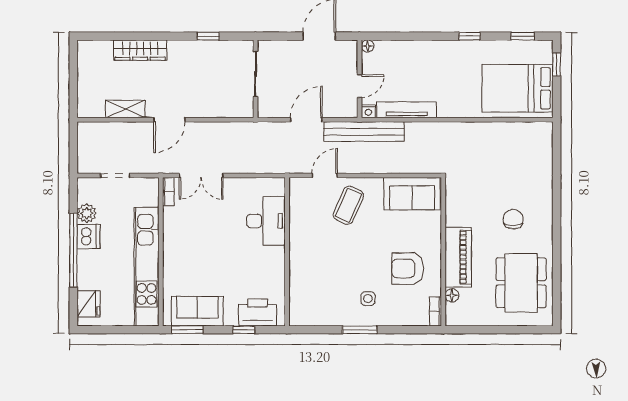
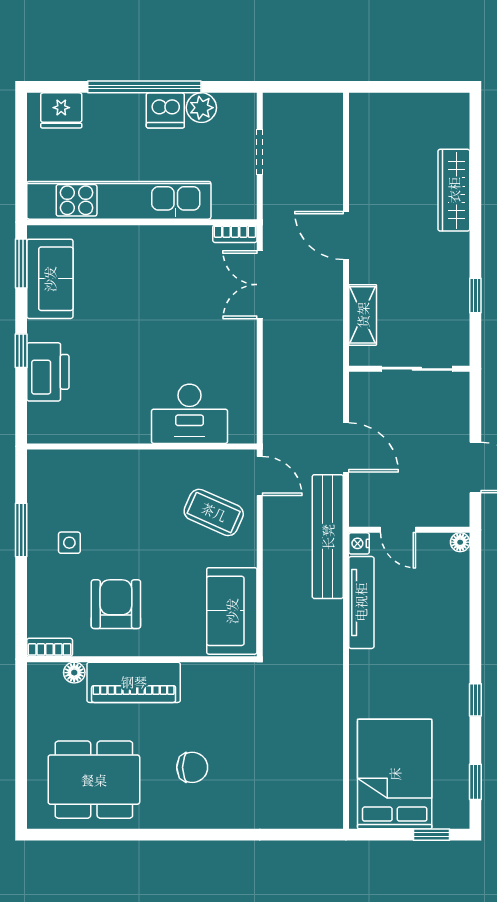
shelving: (125, 109) -> (363, 315), moved
desk: (266, 221) -> (189, 414), moved
wall: (287, 252) -> (142, 446), moved

